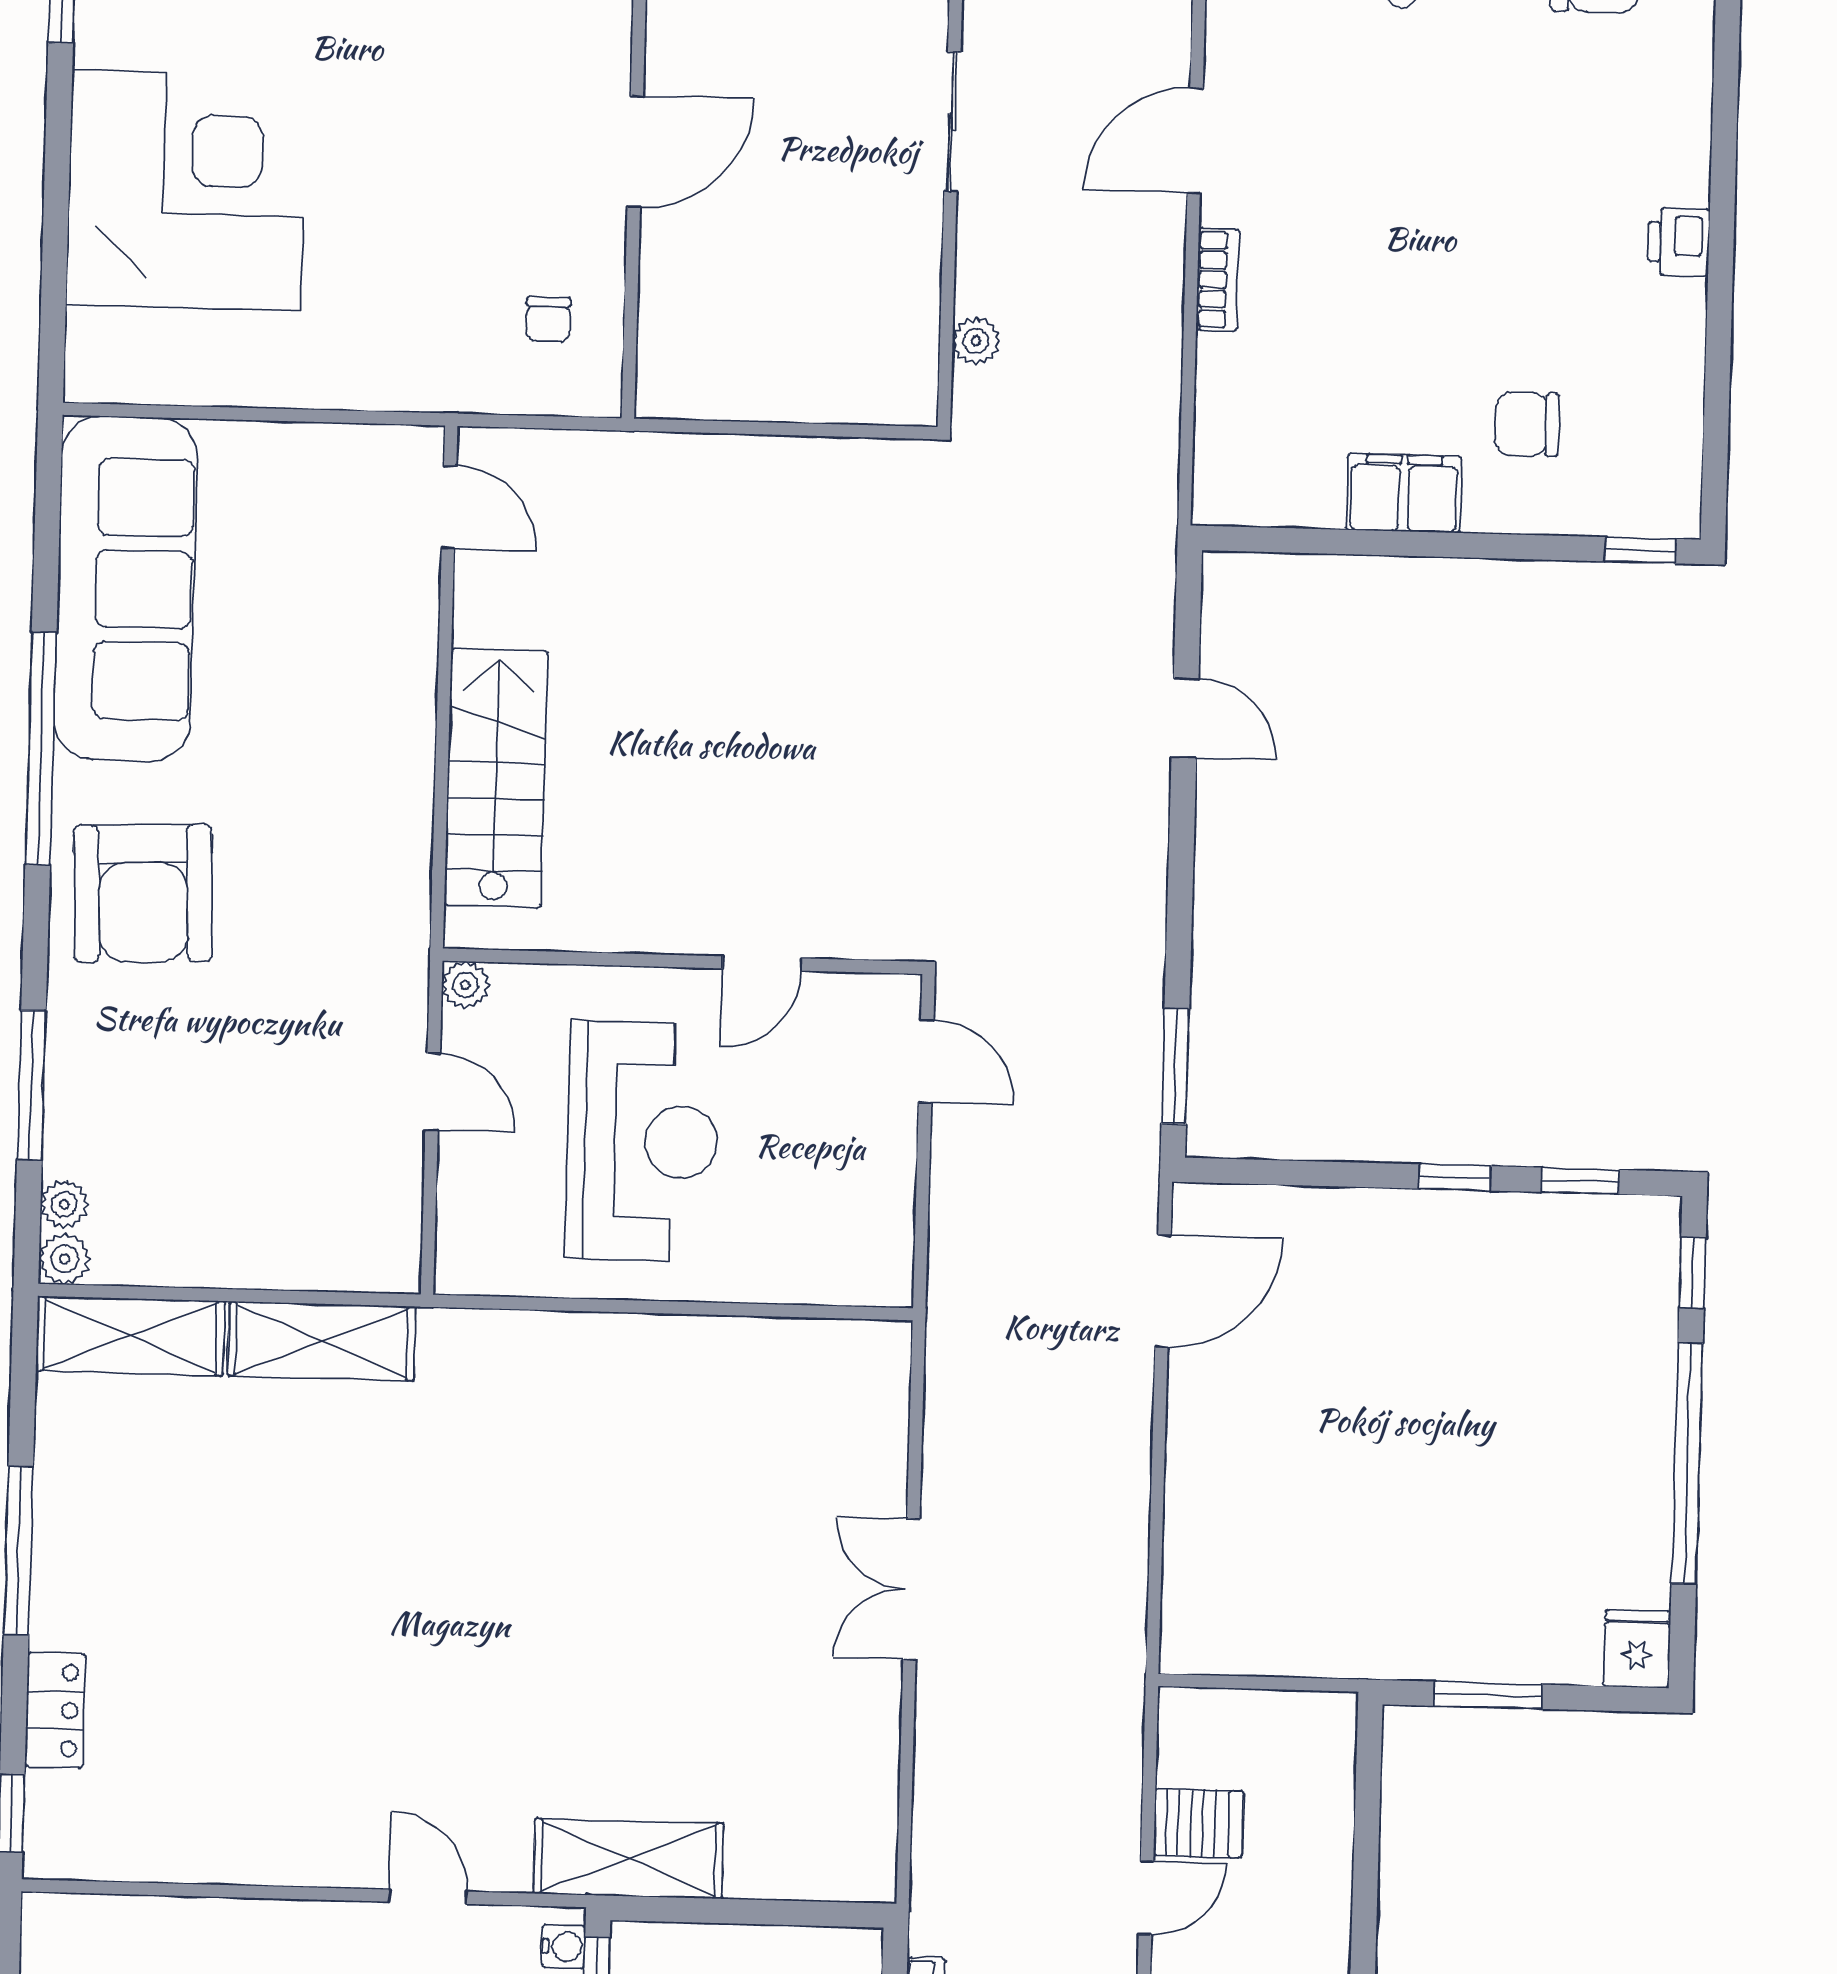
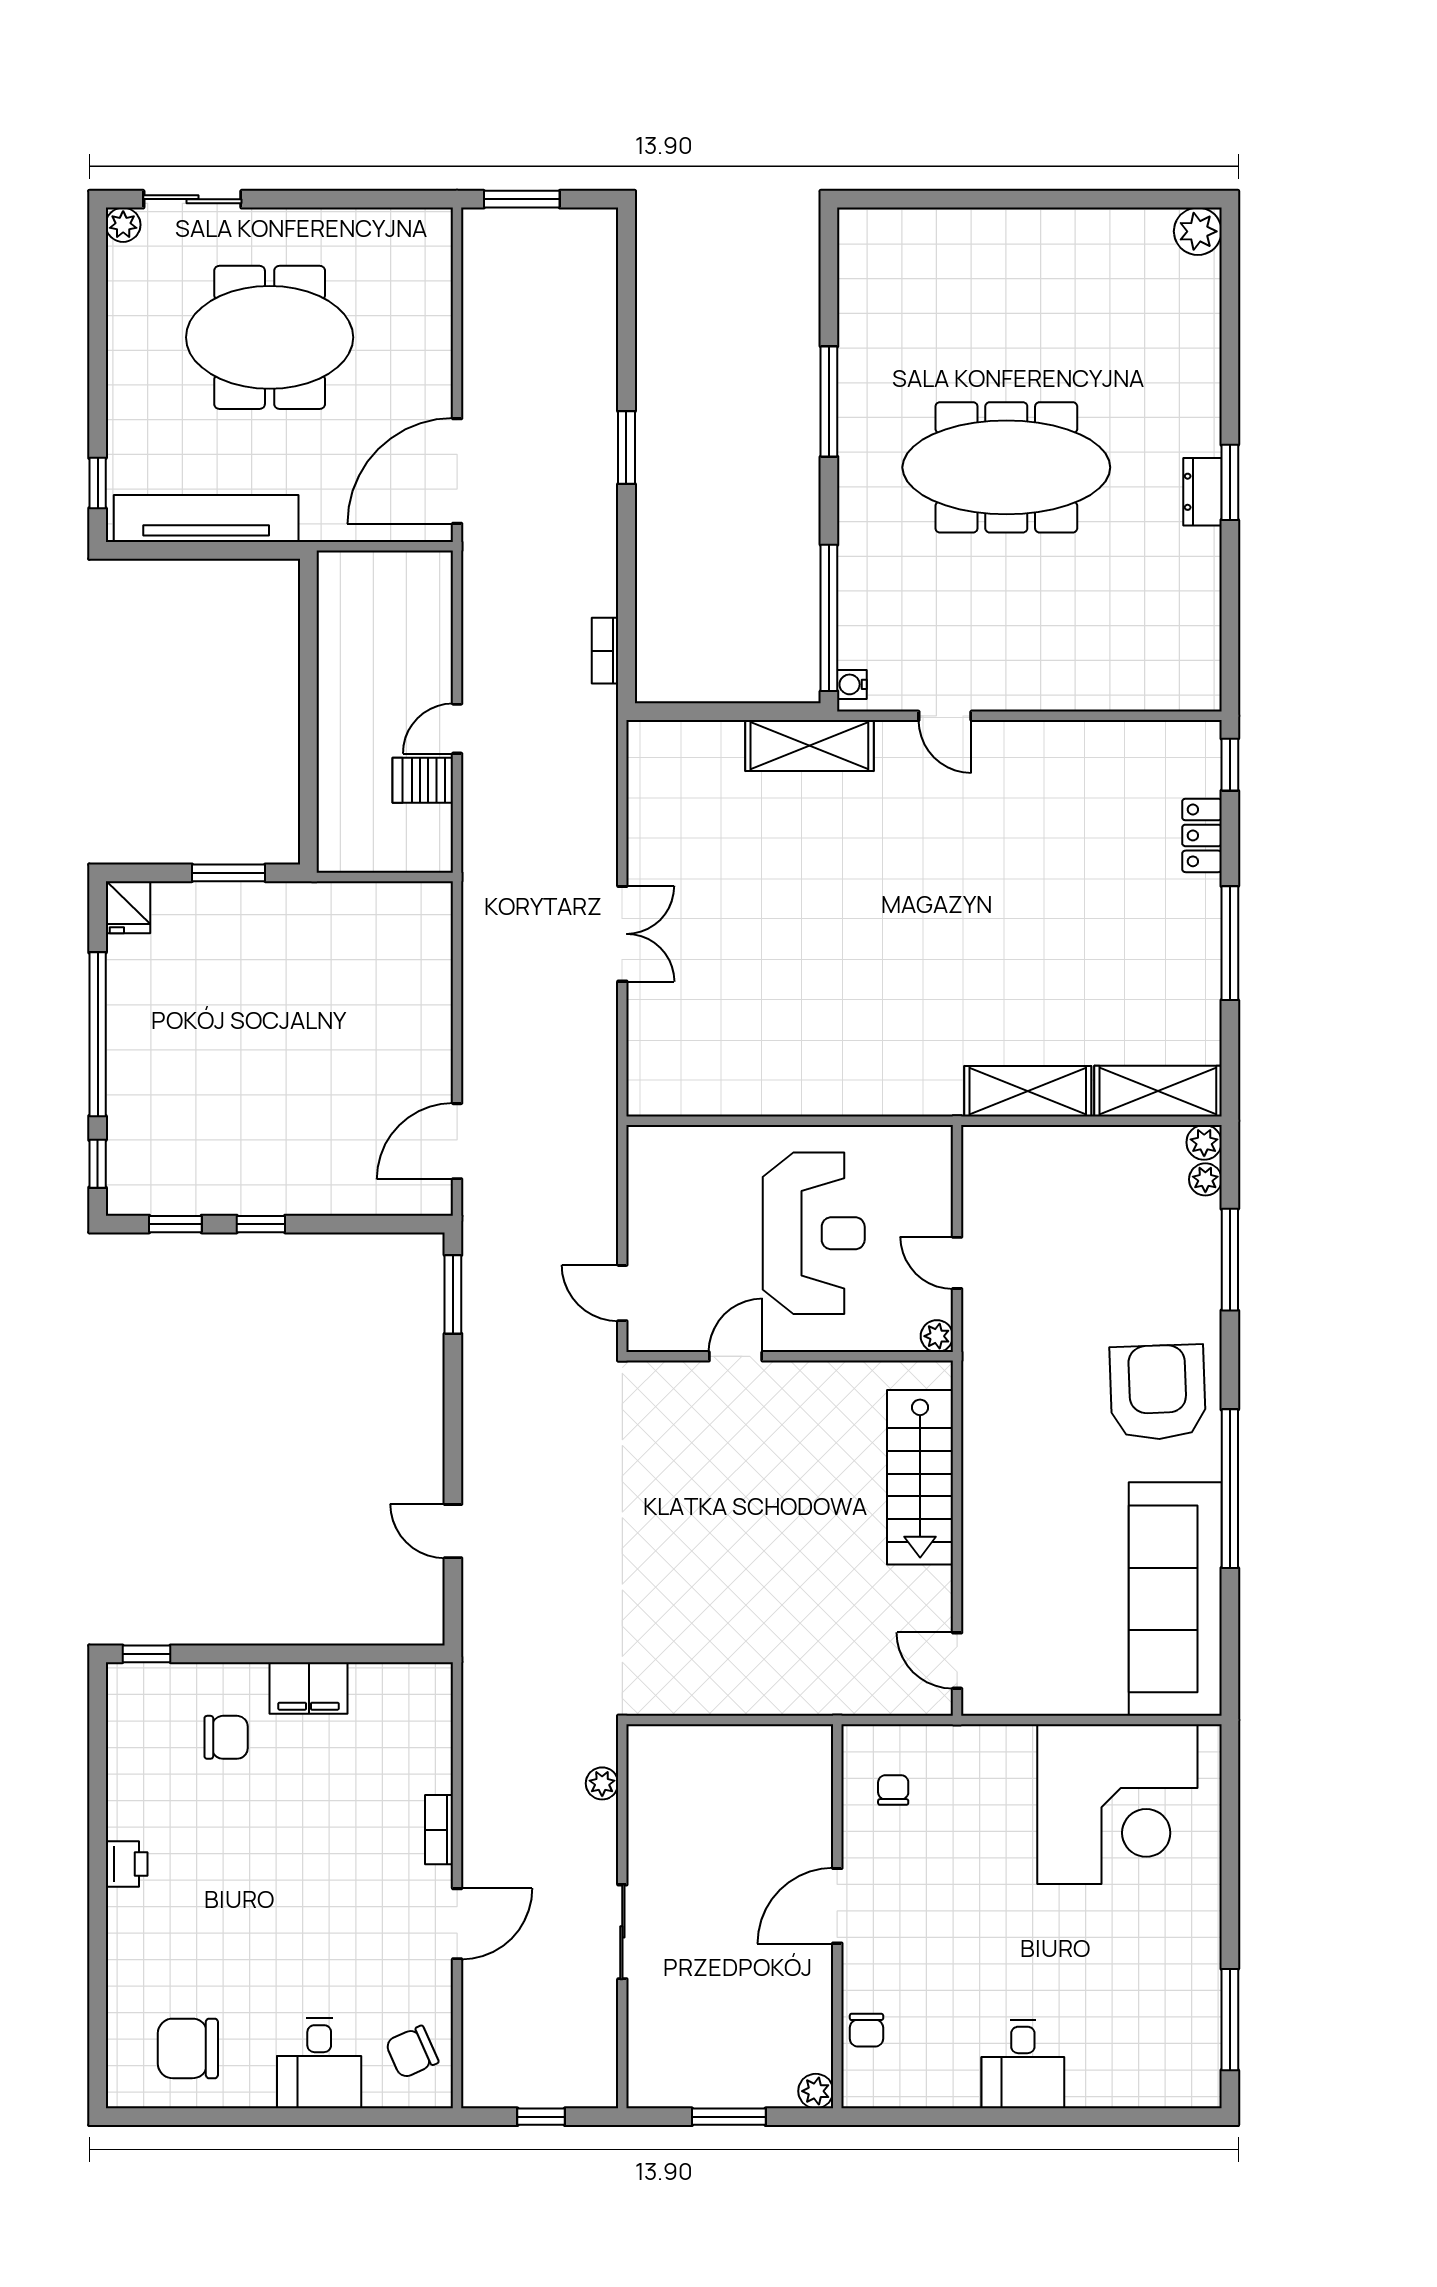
corner desk: (186, 190) -> (1117, 1804), moved, turned -90
reception desk: (642, 1141) -> (814, 1233), turned 180

